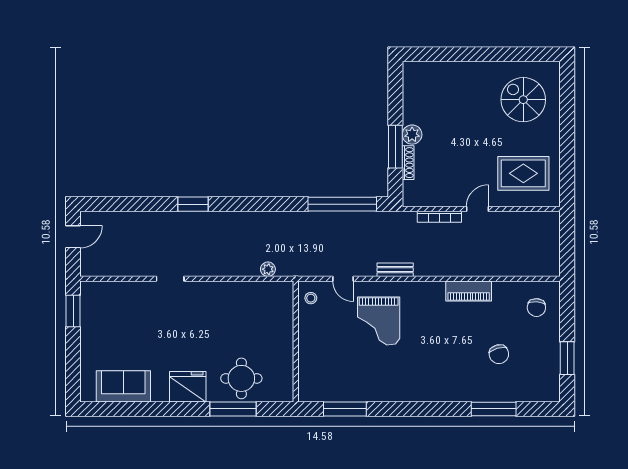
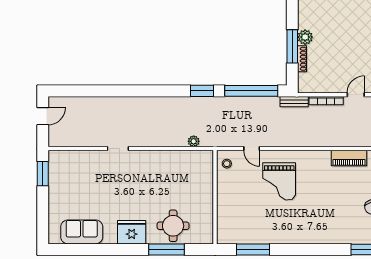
window: (193, 204) -> (202, 91), moved
bench: (395, 270) -> (294, 102), moved

